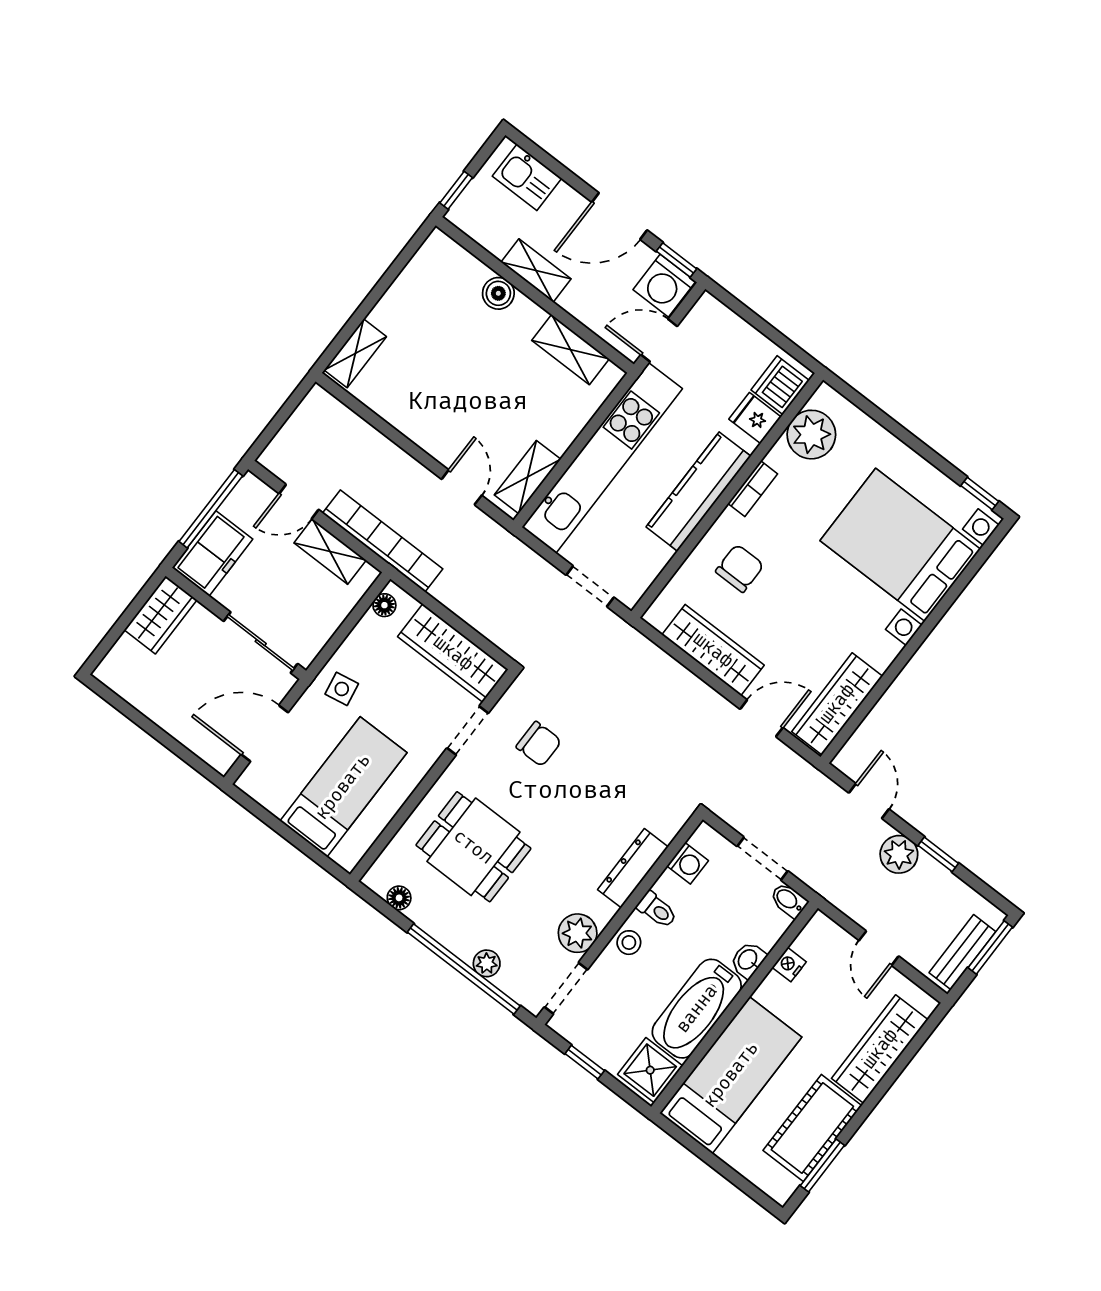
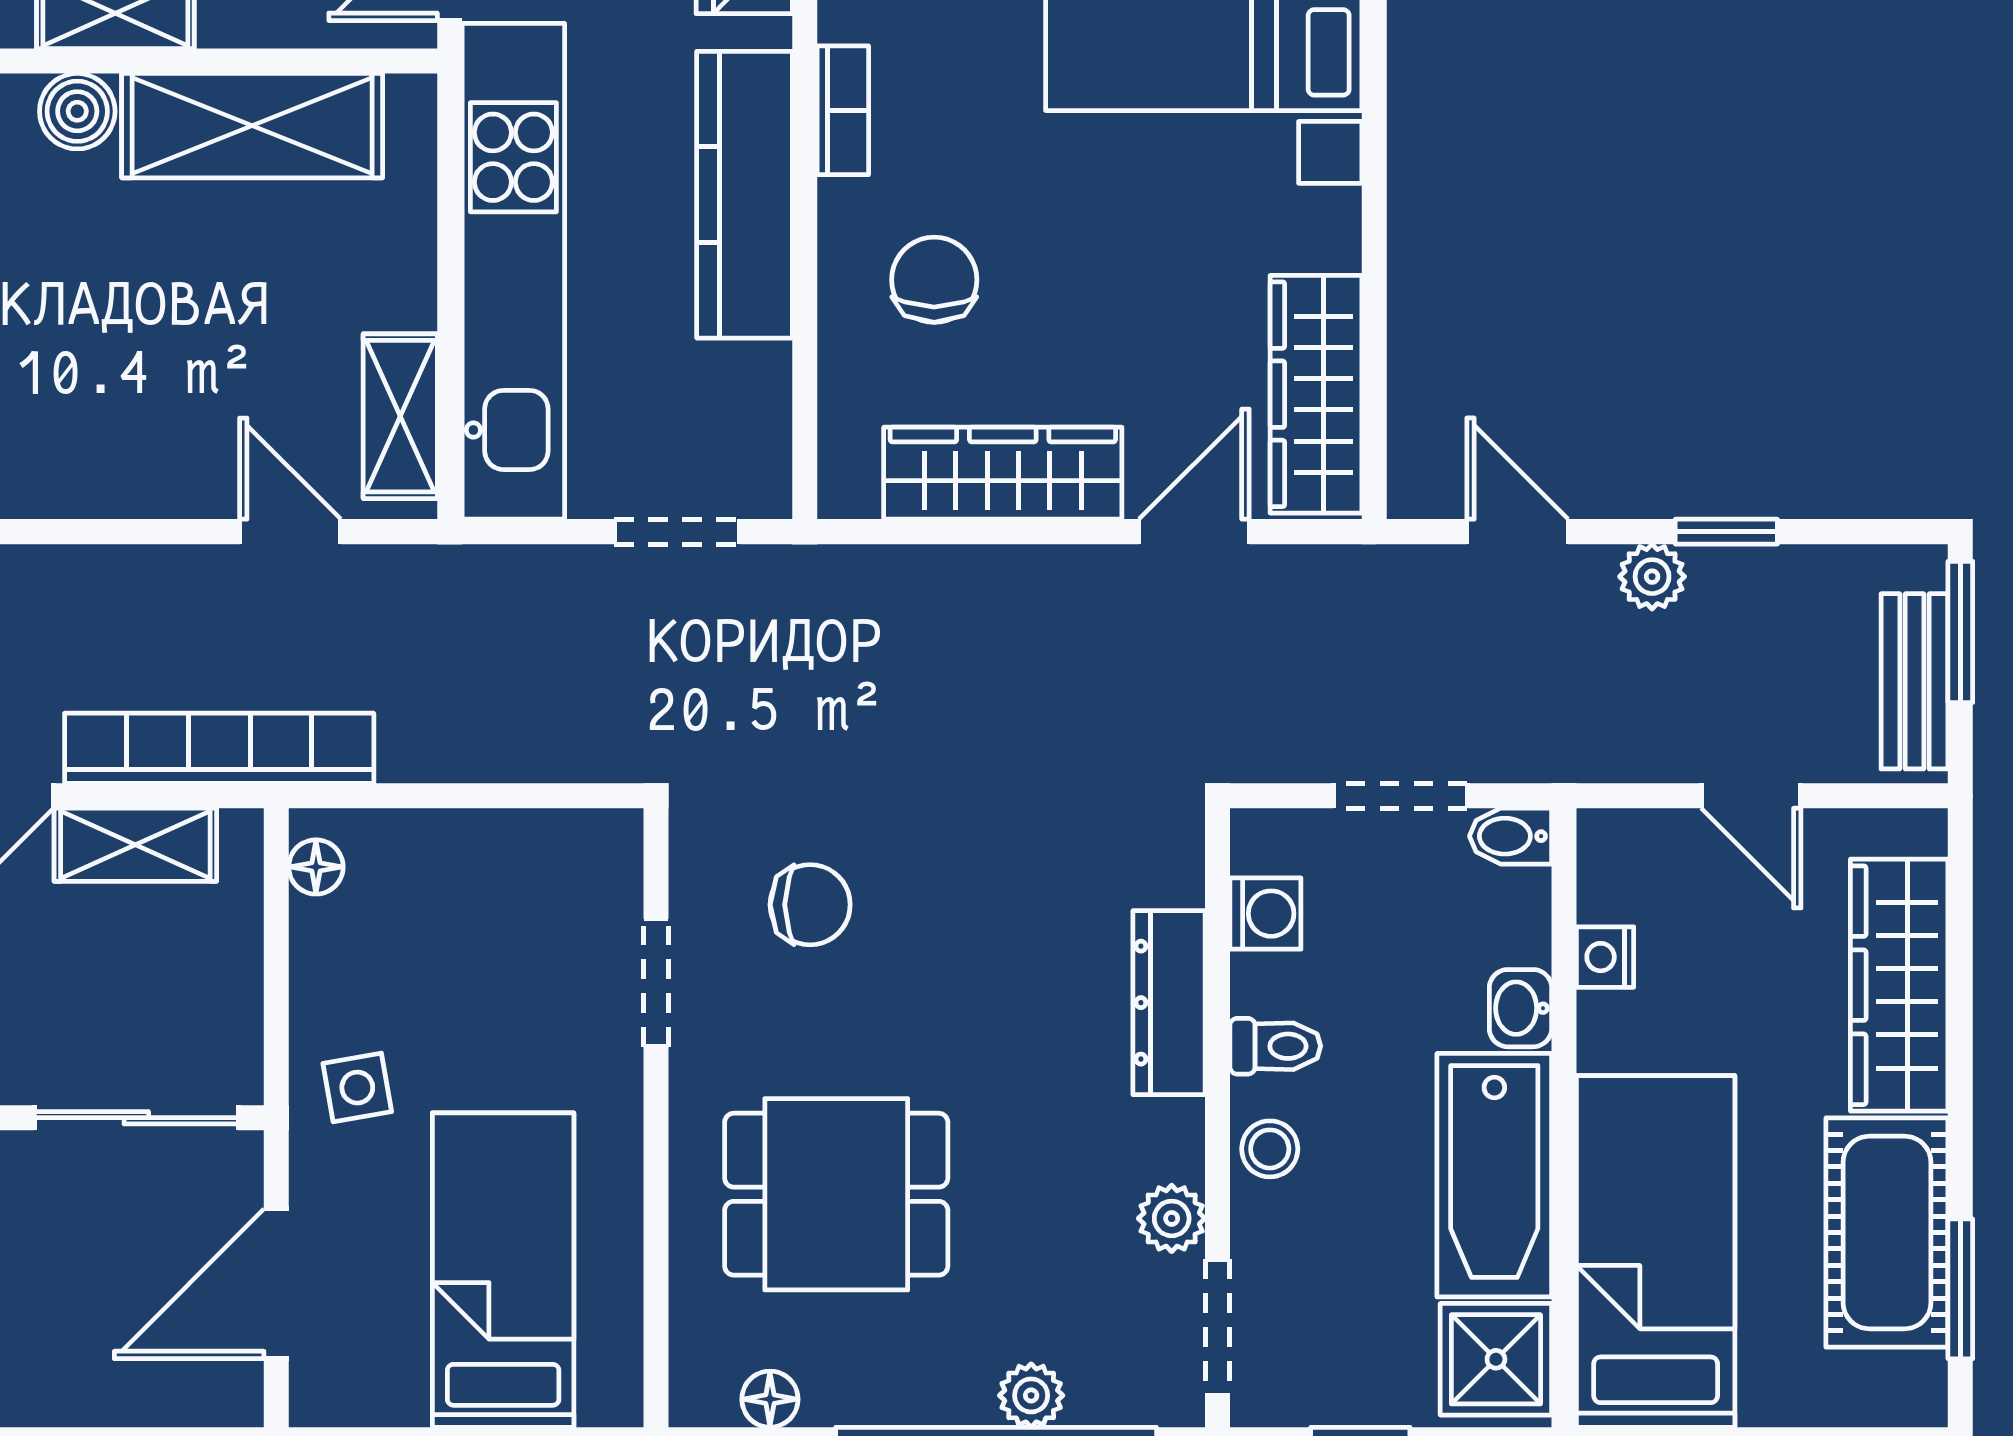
shelving: (570, 350) -> (252, 126), width x1.50, depth x1.33
wardrobe: (453, 653) -> (515, 858), removed
plant: (899, 854) -> (1652, 577), width x0.73, depth x0.73
plant: (578, 933) -> (1172, 1218), width x0.73, depth x0.73

